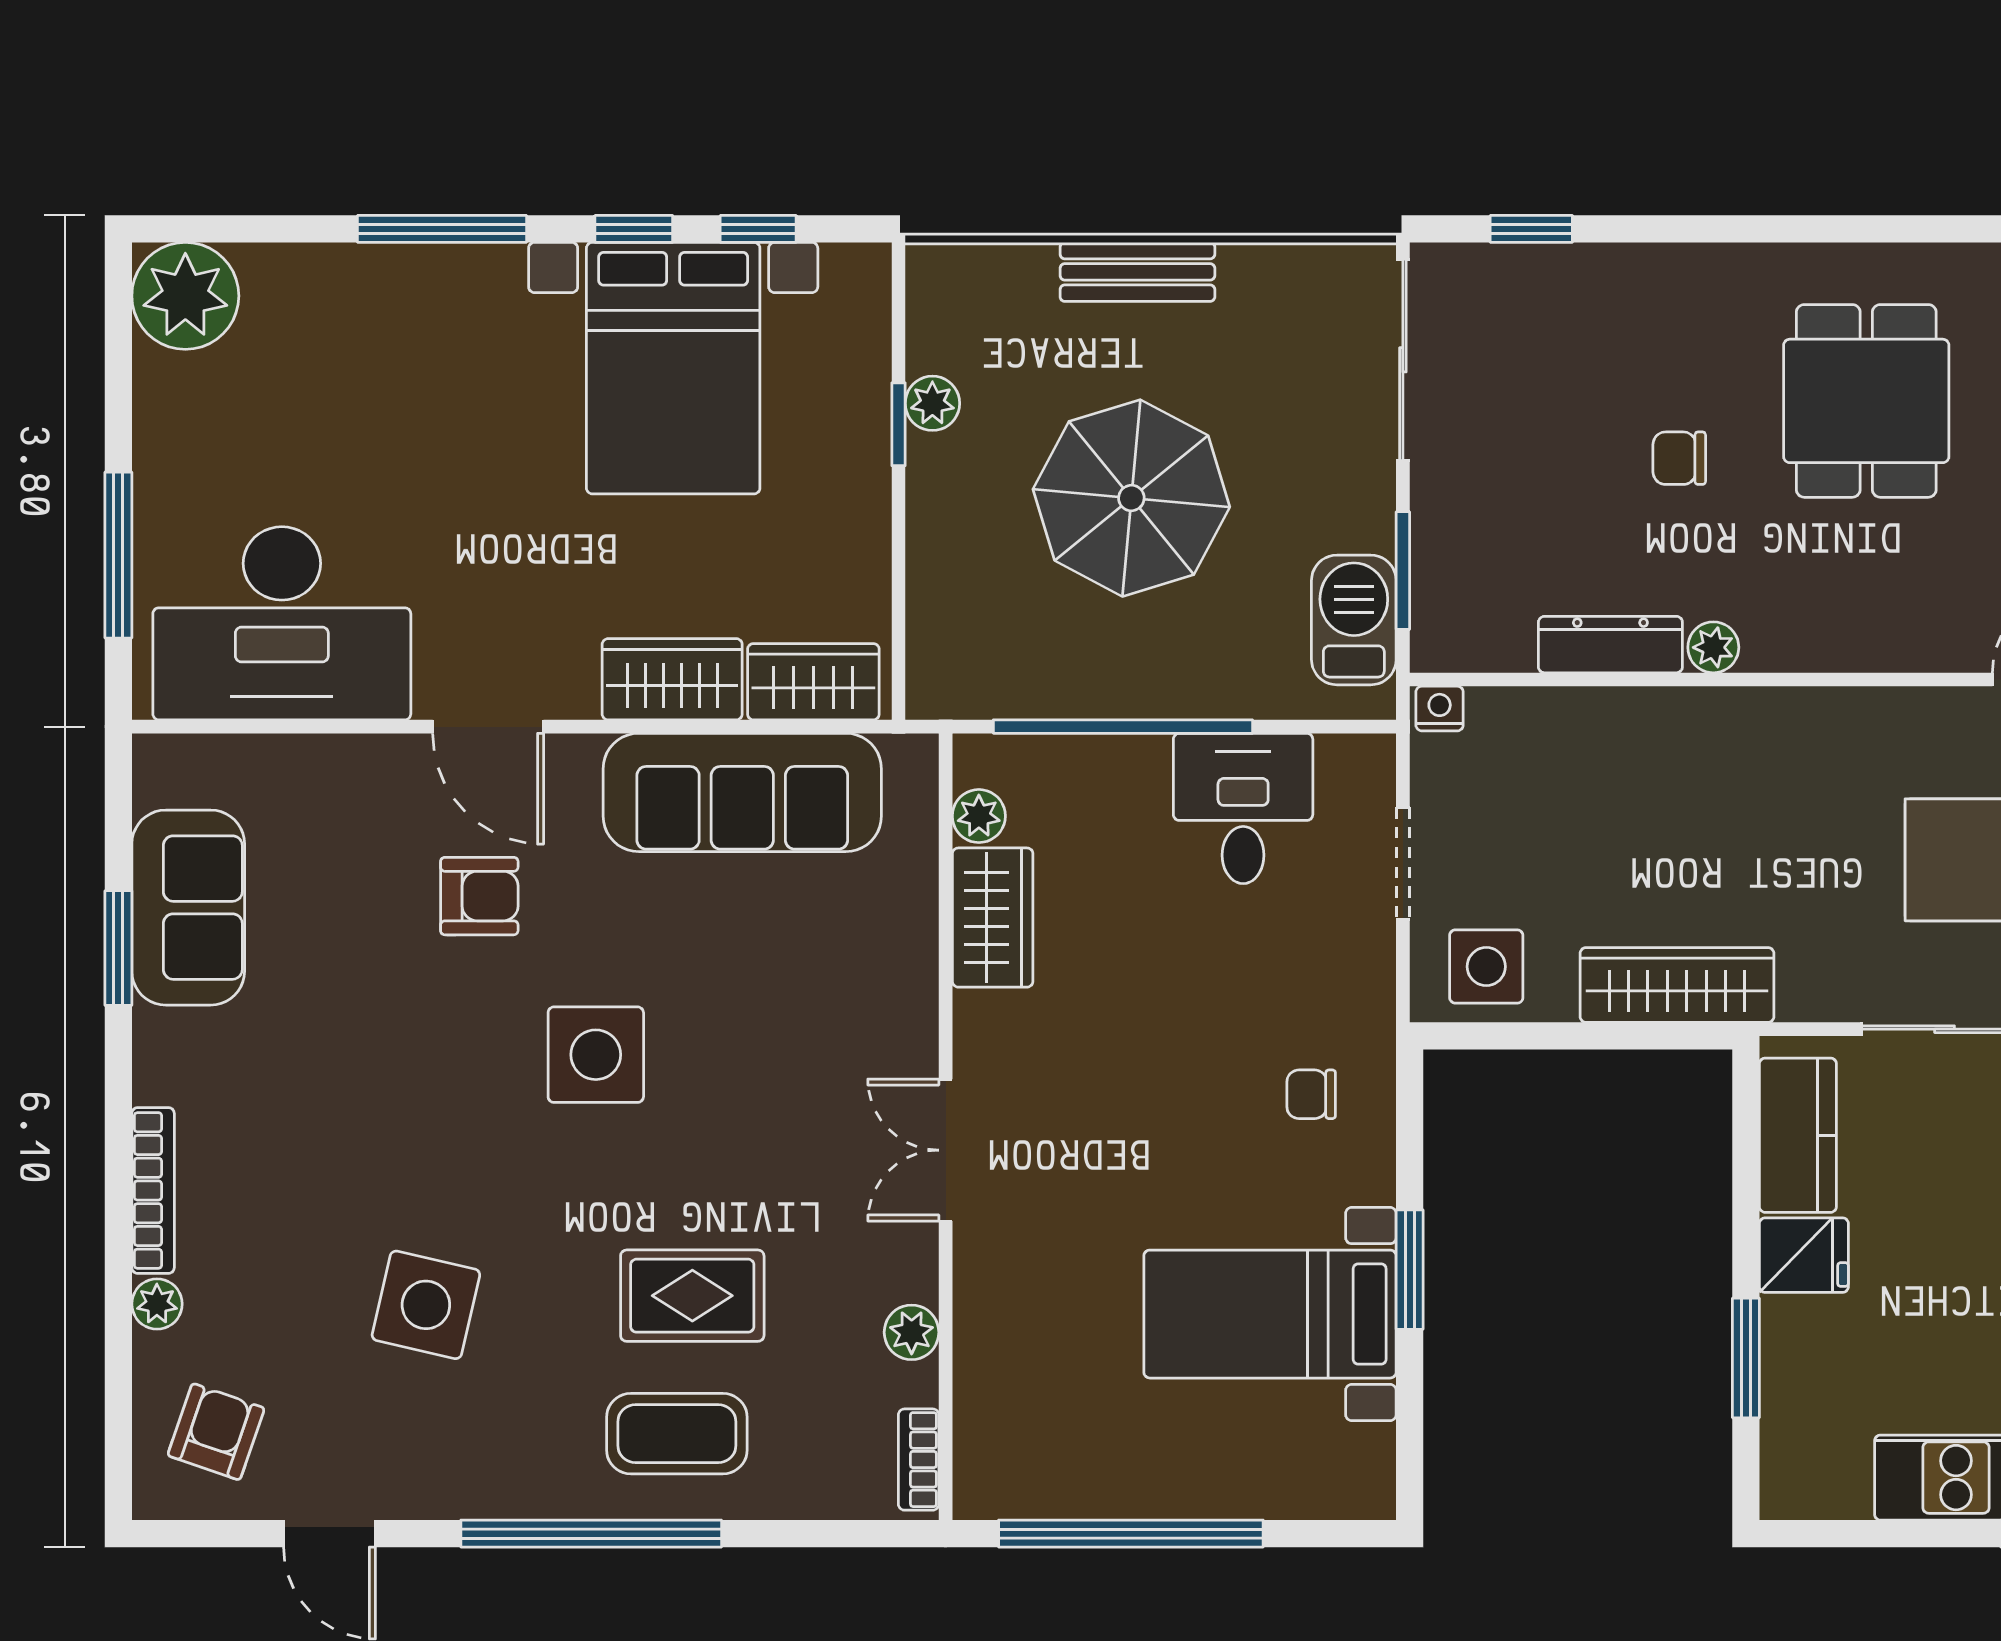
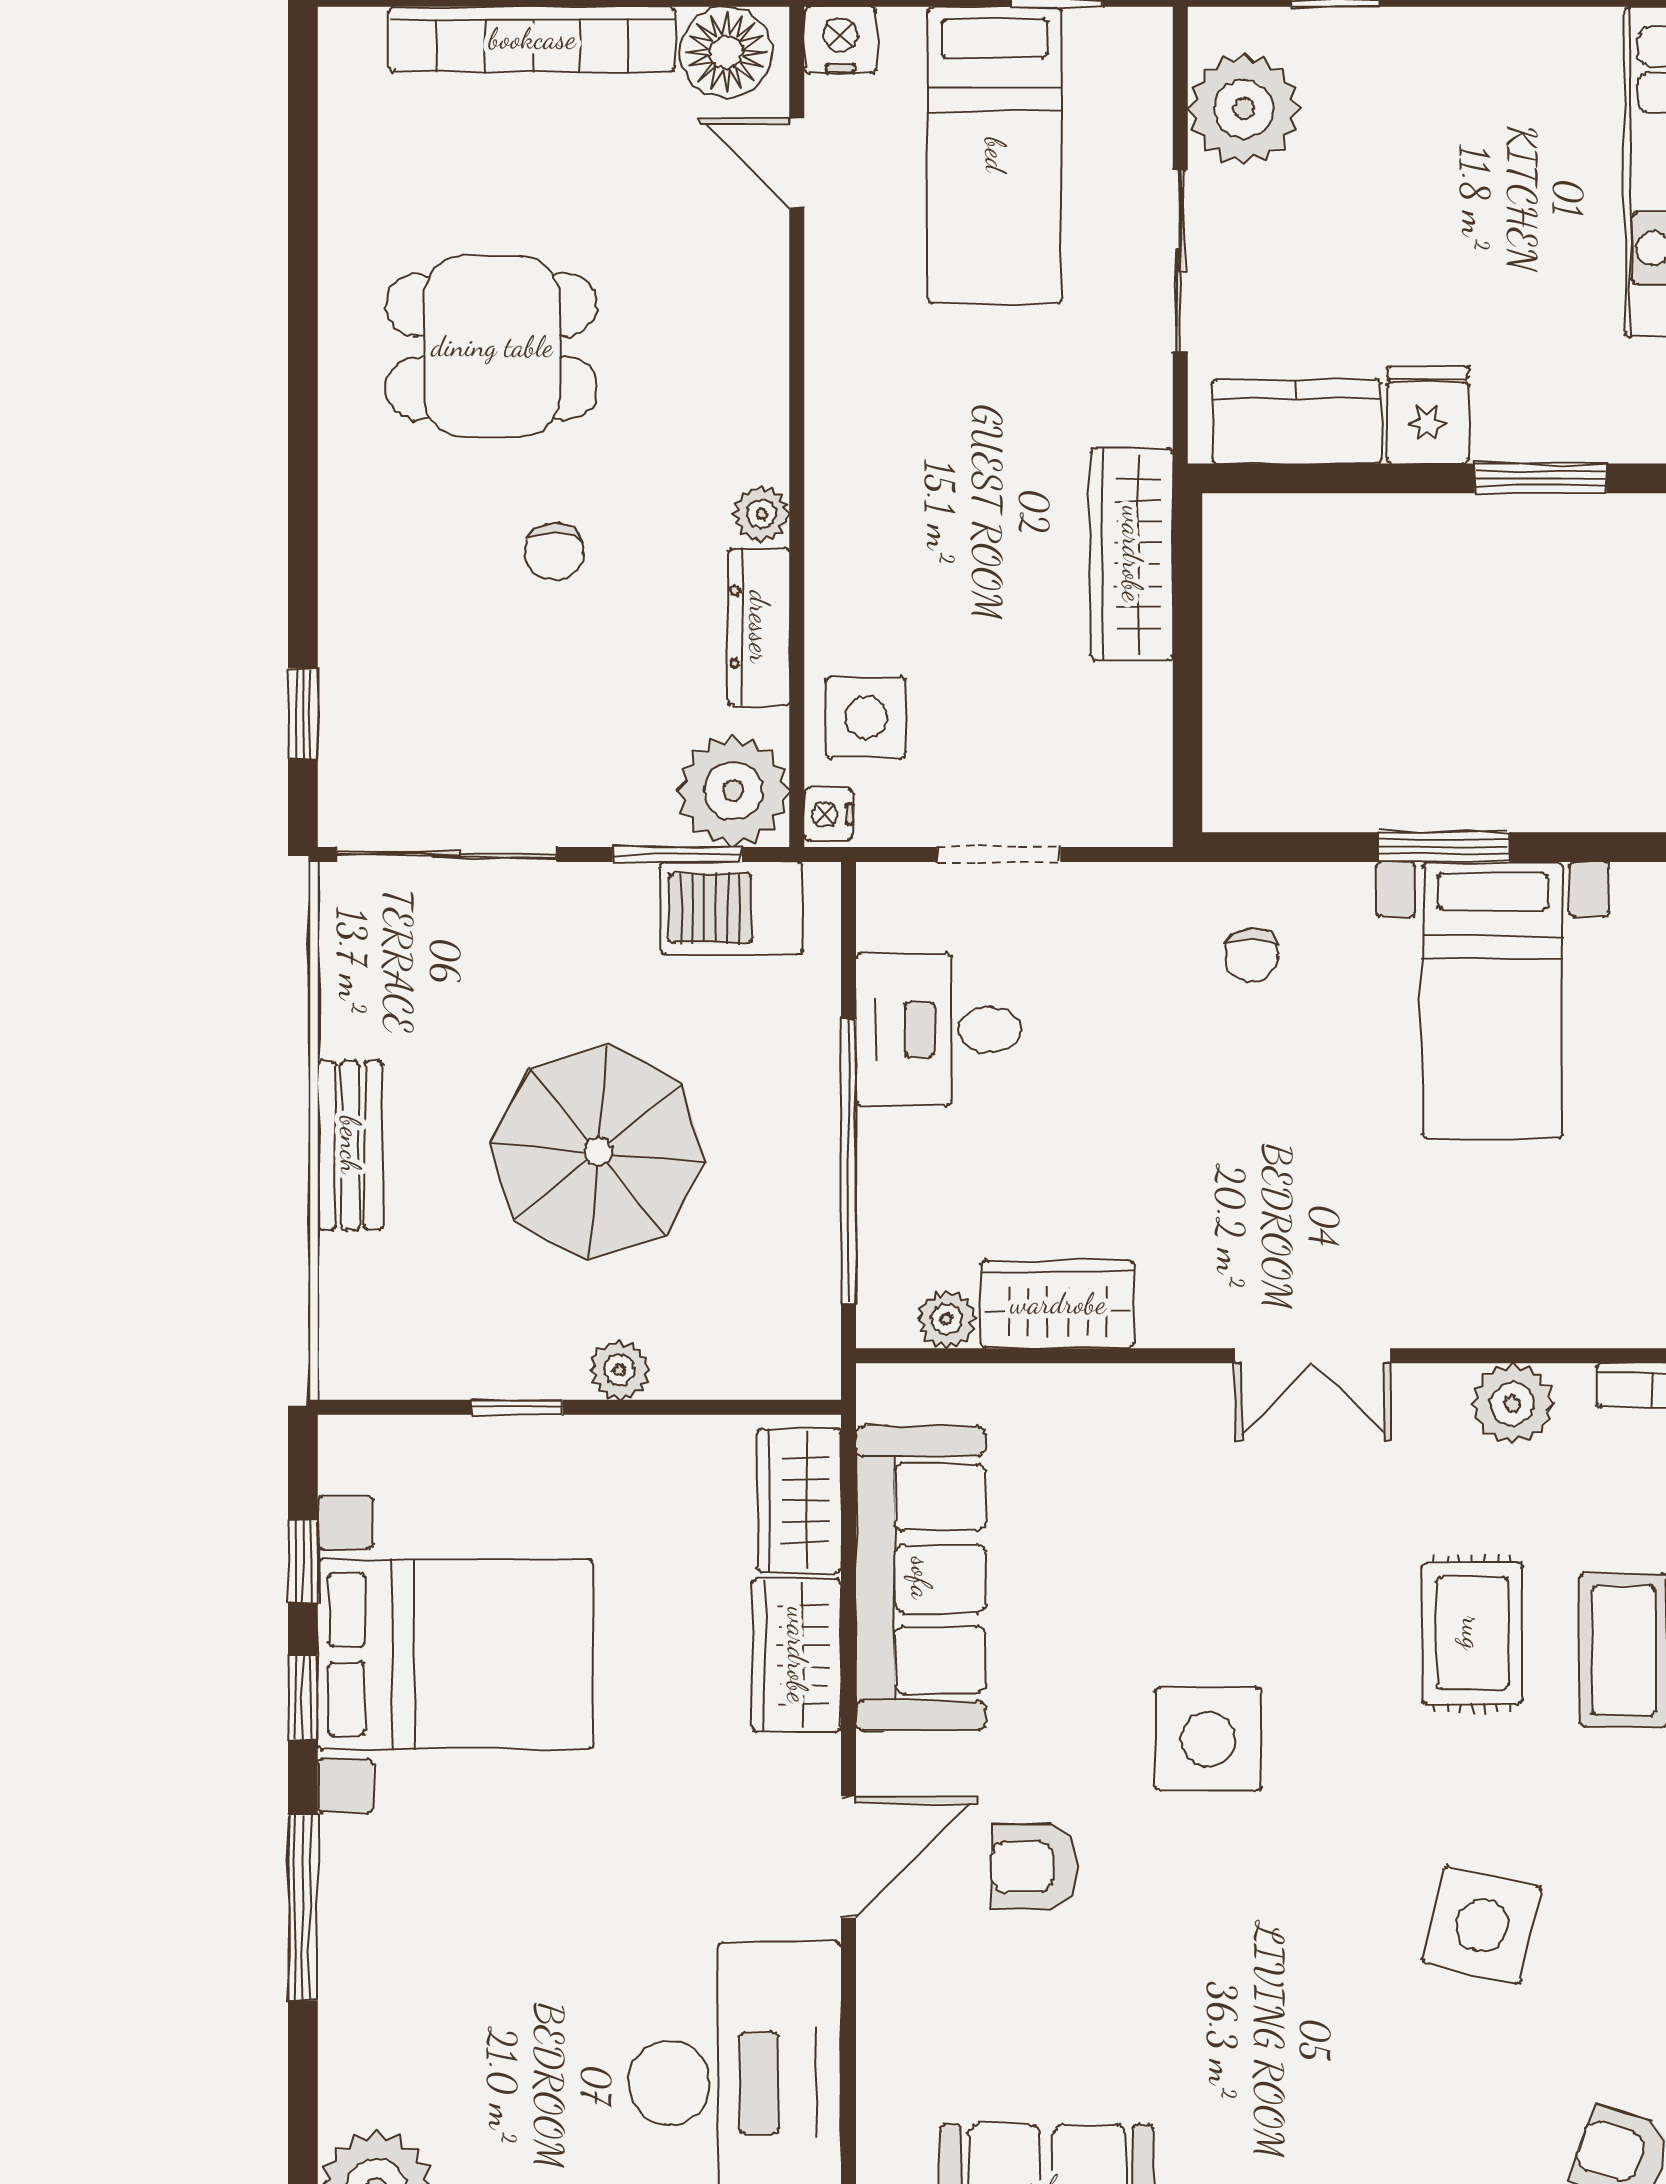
plant: (932, 403) -> (620, 1370), moved
plant: (1461, 621) -> (733, 791), added
armchair: (479, 896) -> (1034, 1867), turned -90
side table: (1486, 967) -> (866, 717), moved
plant: (912, 1332) -> (1512, 1404), width x1.38, depth x1.38

